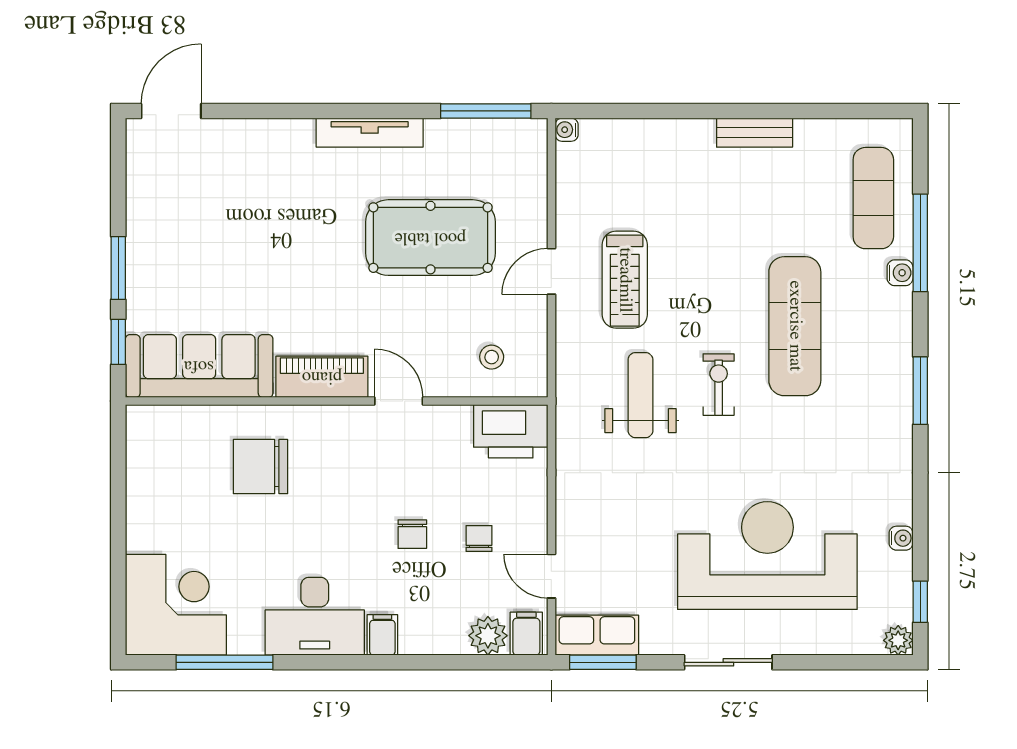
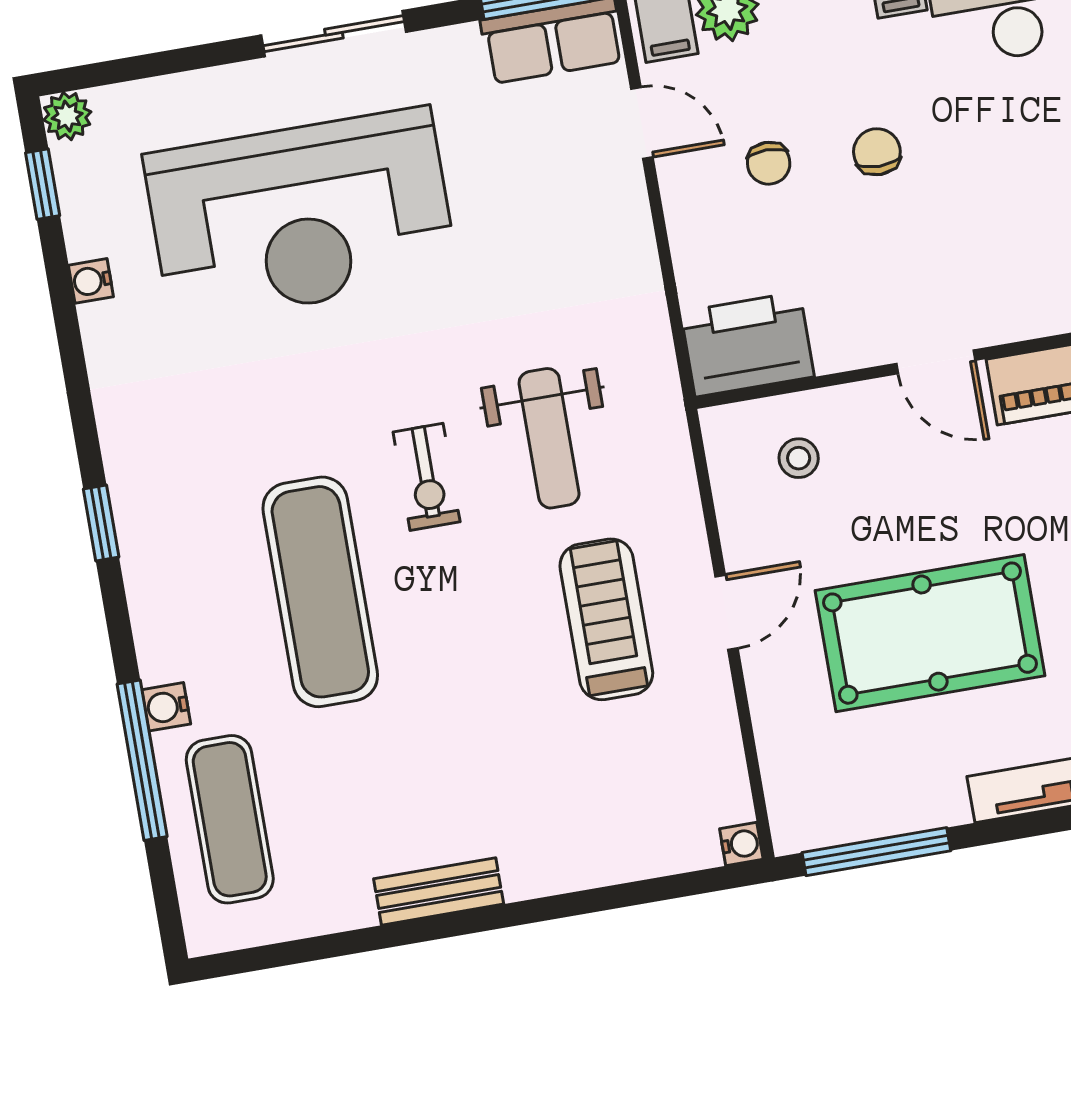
window: (920, 391) -> (101, 523), width x0.67

